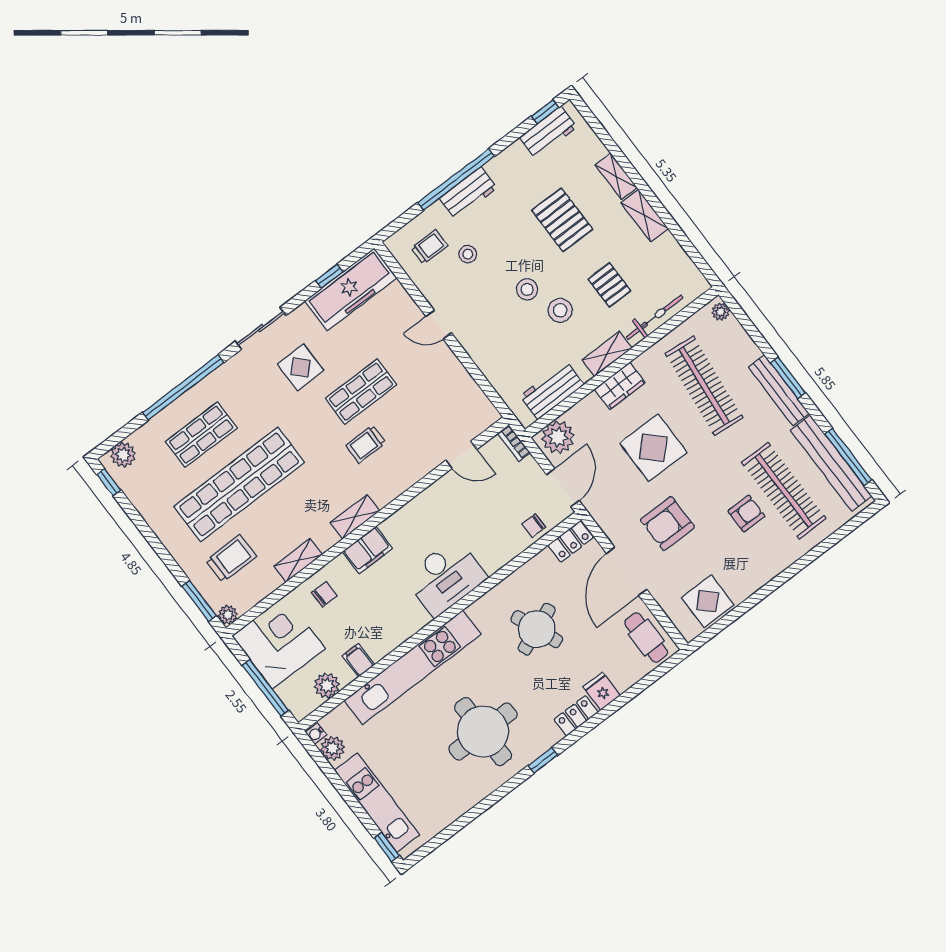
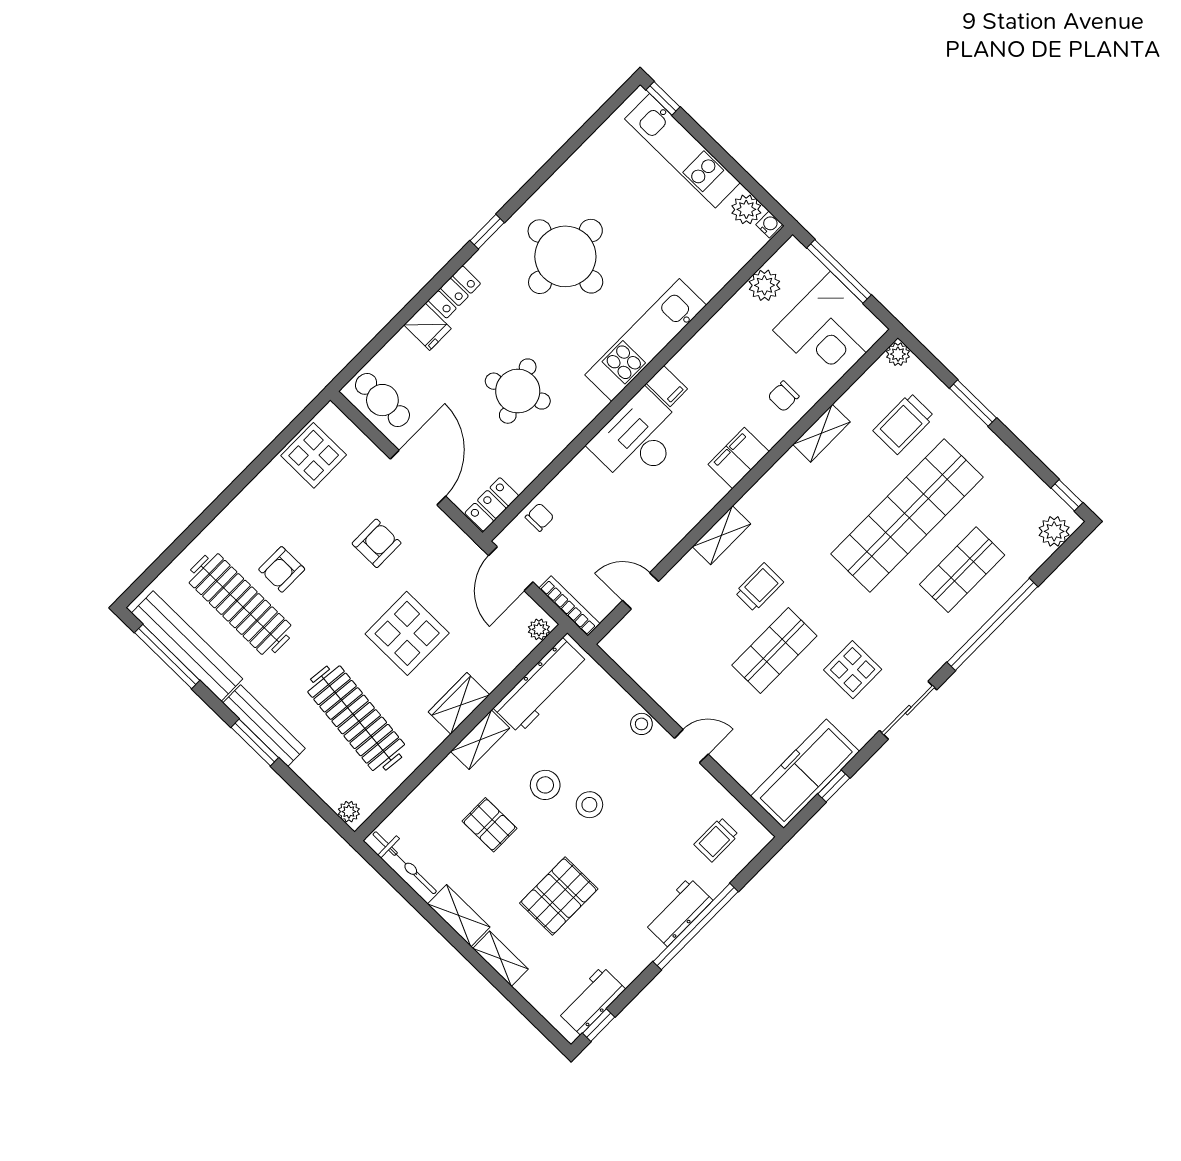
pallet: (562, 220) -> (559, 896), turned 90
stool: (468, 254) -> (641, 724), moved
bicycle: (655, 317) -> (405, 863), moved, turned -90
workbench: (552, 390) -> (541, 686), width x1.38
plant: (558, 437) -> (539, 629), width x0.53, depth x0.53
bookcase: (514, 443) -> (569, 606), width x1.56
shelving: (355, 517) -> (722, 535), moved
armchair: (667, 523) -> (377, 543), width x0.72, depth x0.72
window: (199, 601) -> (973, 403), moved
filing cabinet: (358, 660) -> (667, 386), moved
kitchen unit: (413, 667) -> (646, 340), width x0.73

